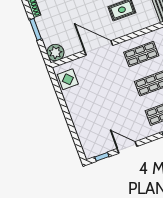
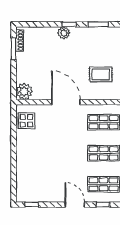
window: (36, 29) -> (14, 49), moved
door: (127, 147) -> (75, 205), moved

